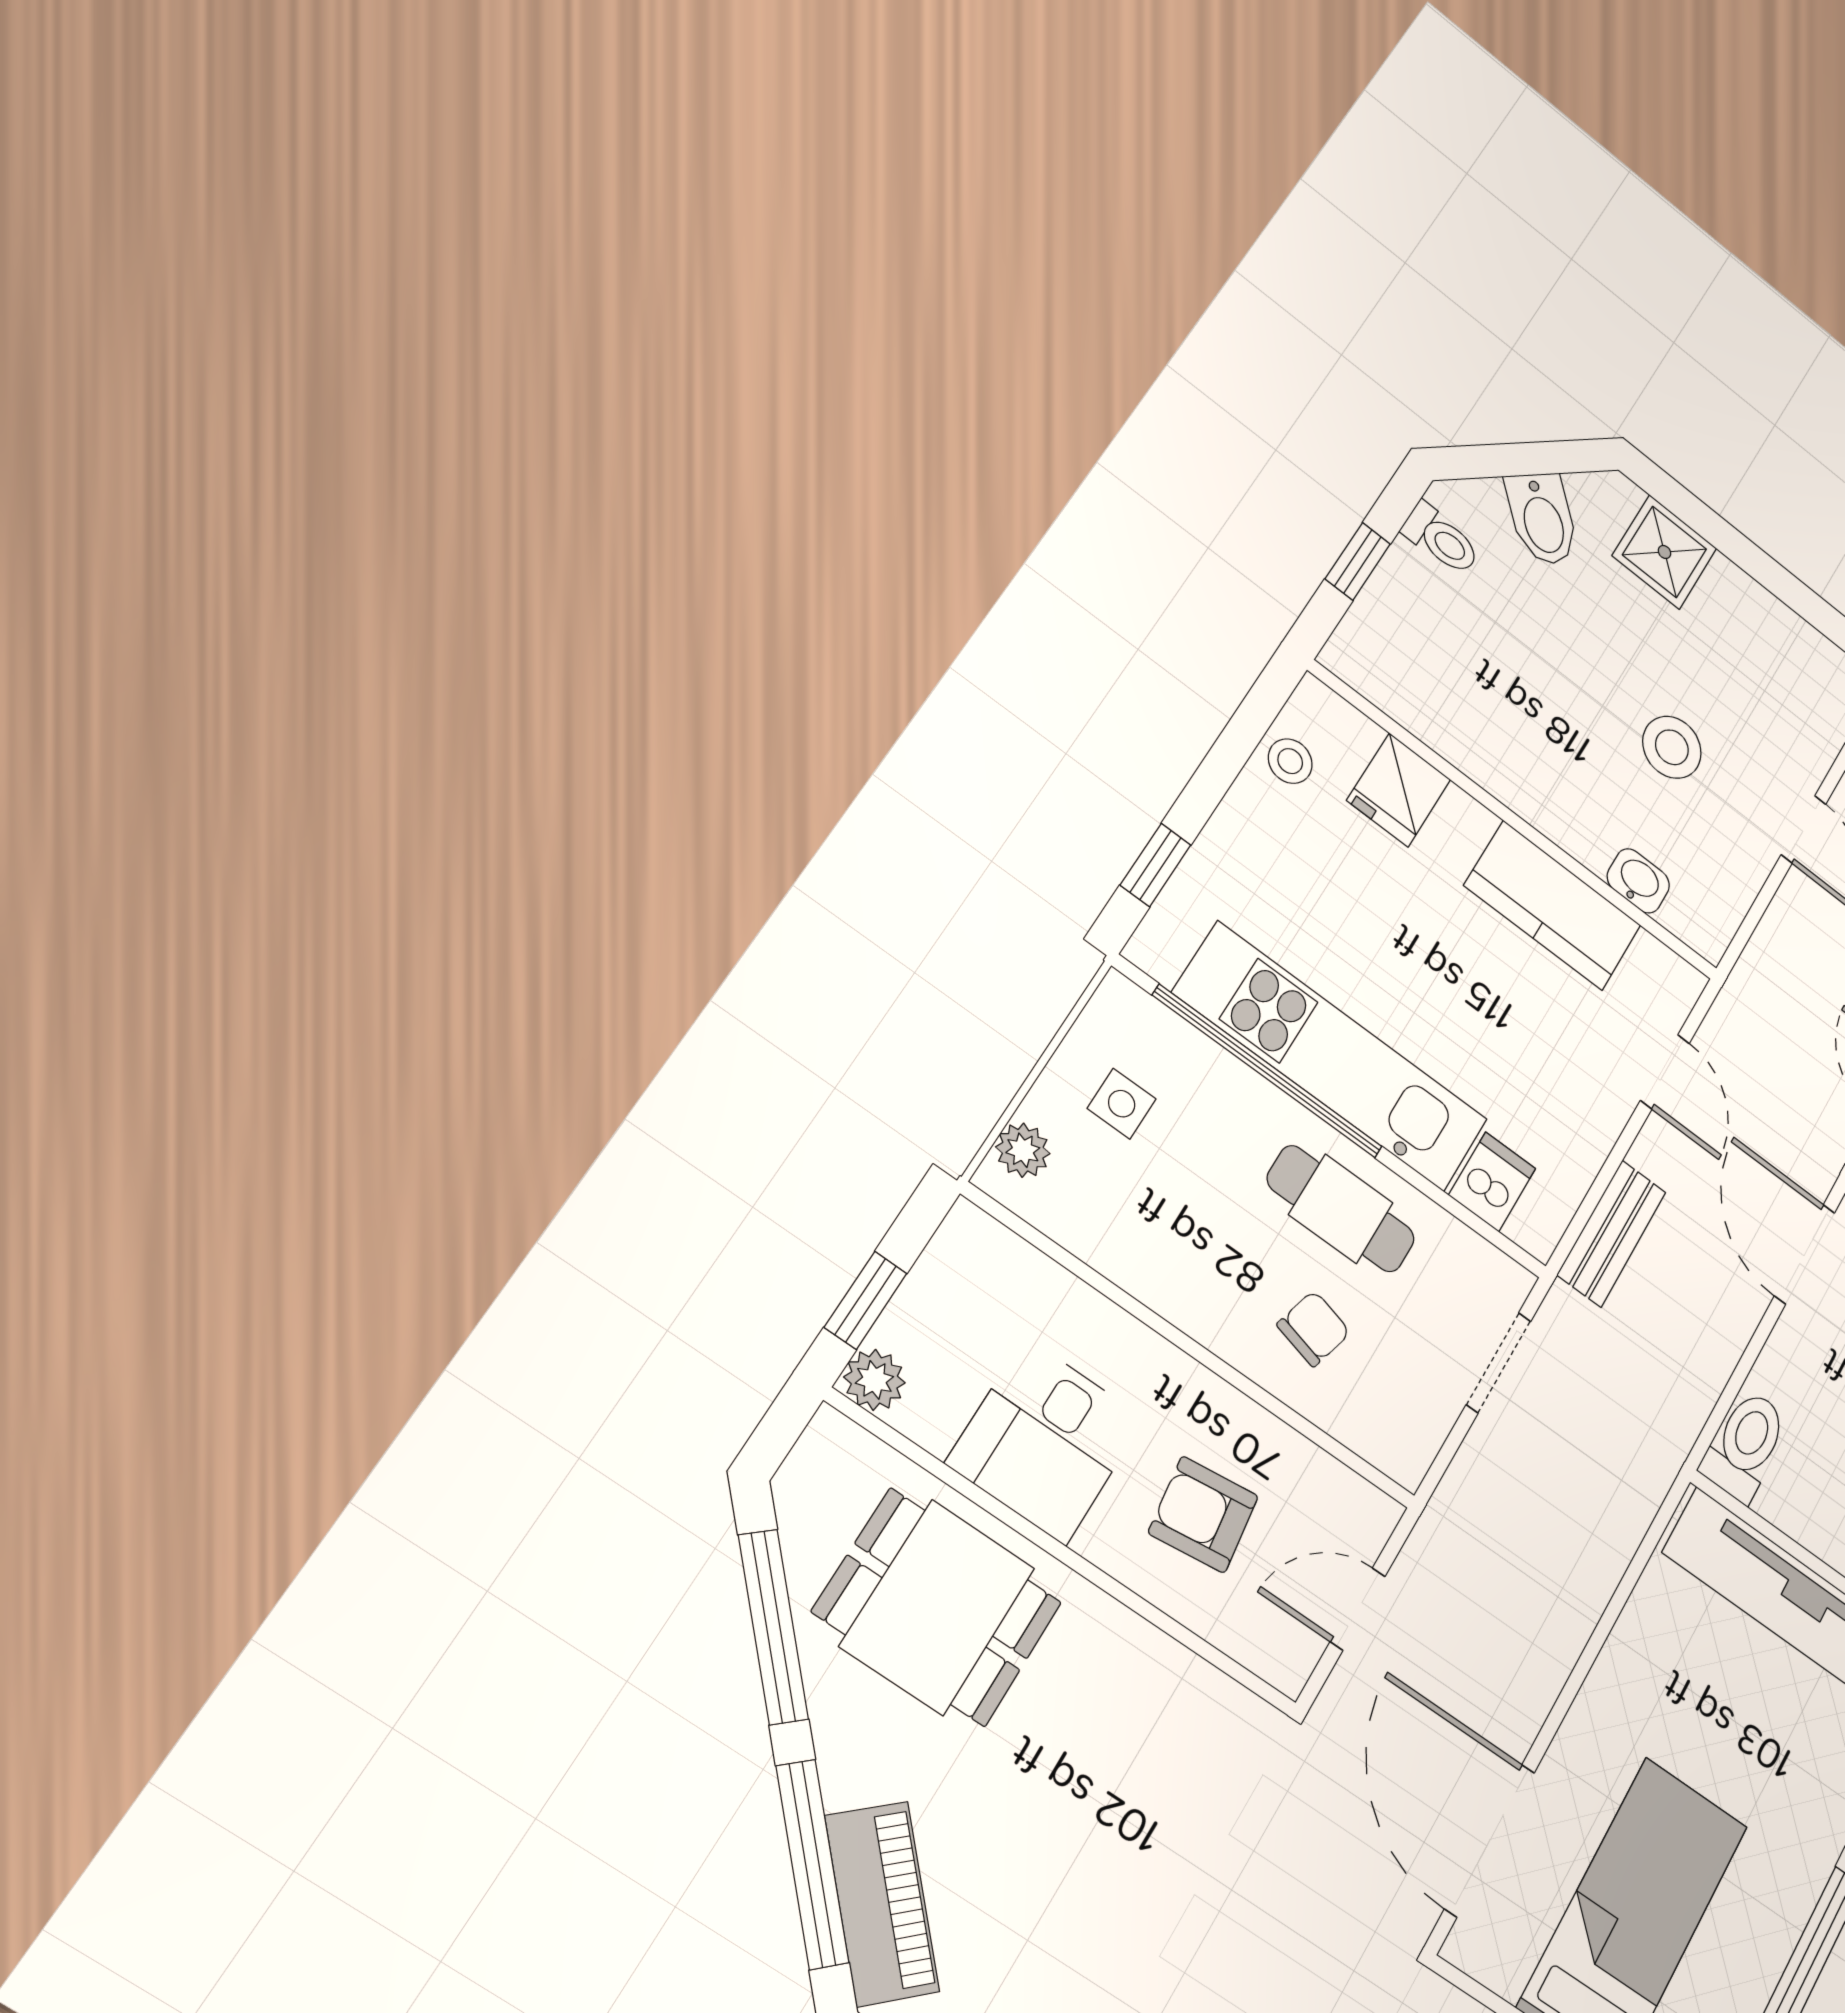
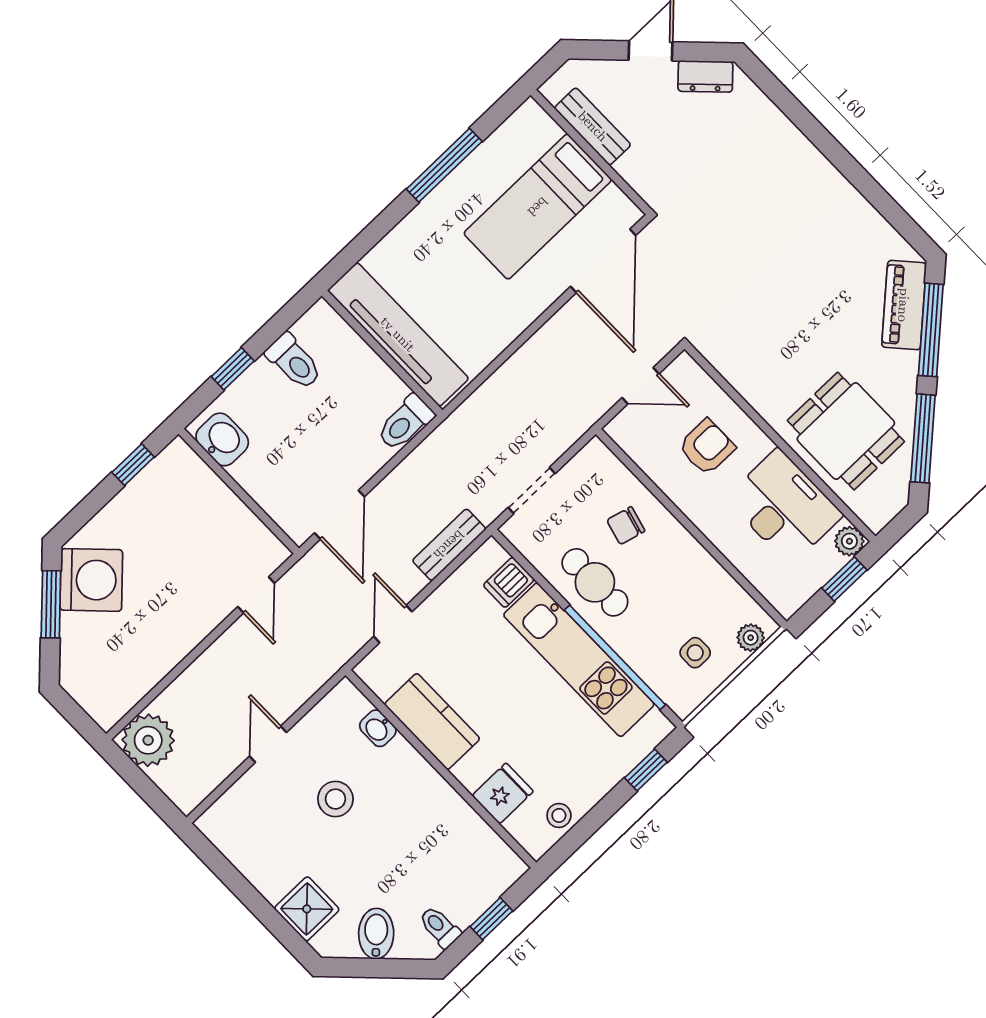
desk: (1046, 1441) -> (784, 507), width x1.37
armchair: (1203, 1515) -> (707, 447), turned -83

